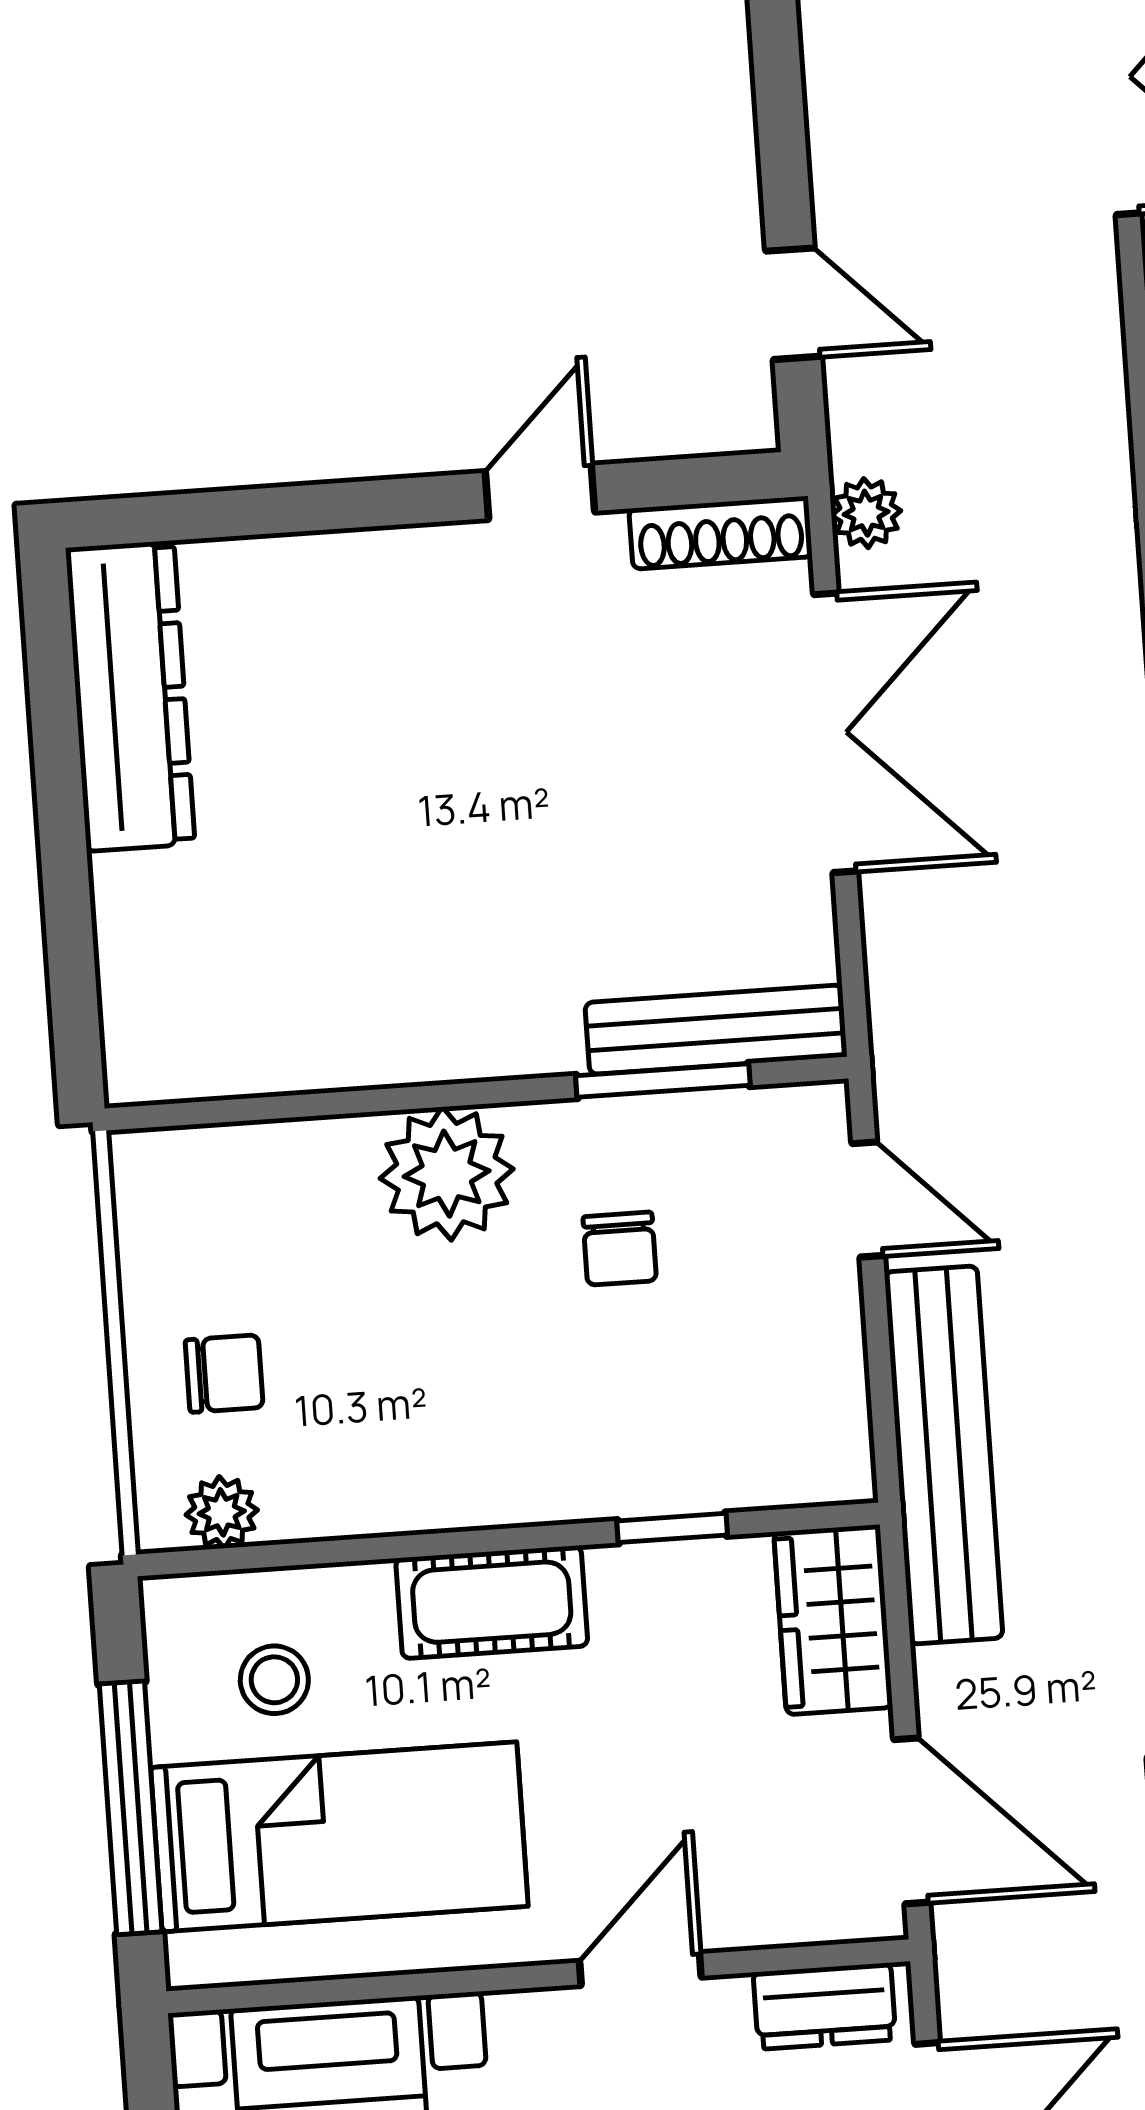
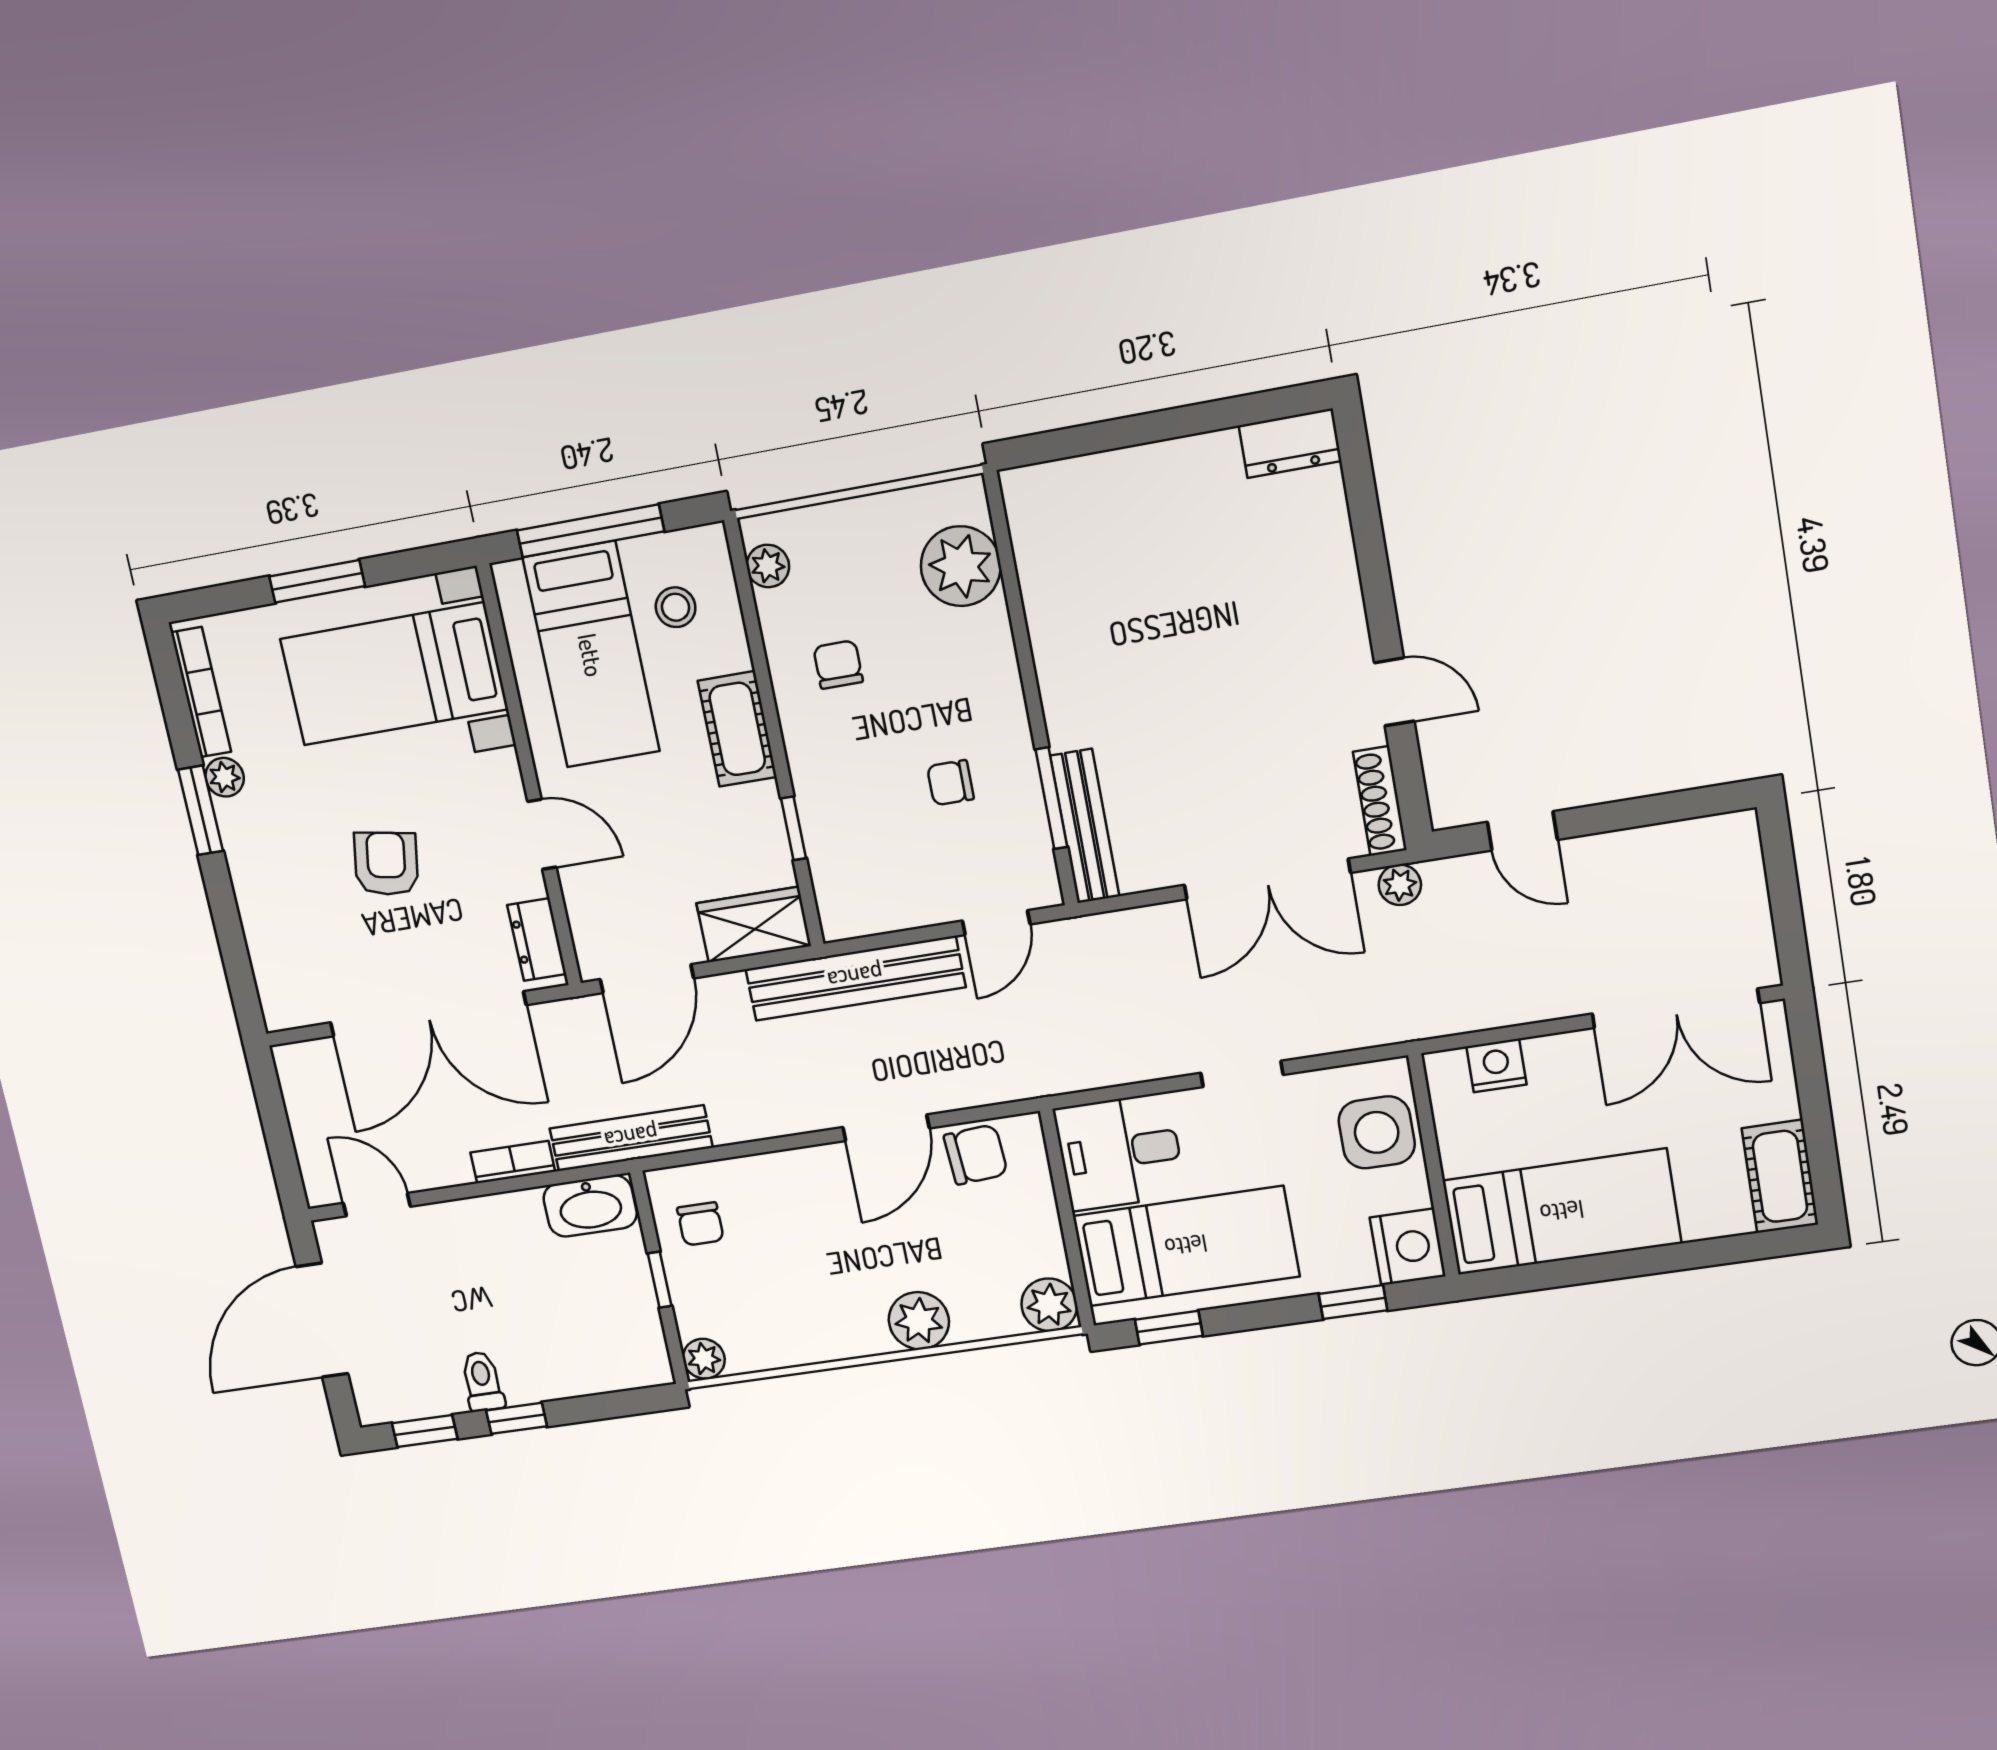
door: (794, 304) -> (1522, 831), hinge flipped
dresser: (130, 696) -> (1290, 443), width x0.51, depth x0.80
plant: (447, 1174) -> (961, 566), moved
chair: (224, 1374) -> (838, 665), moved, turned 180

